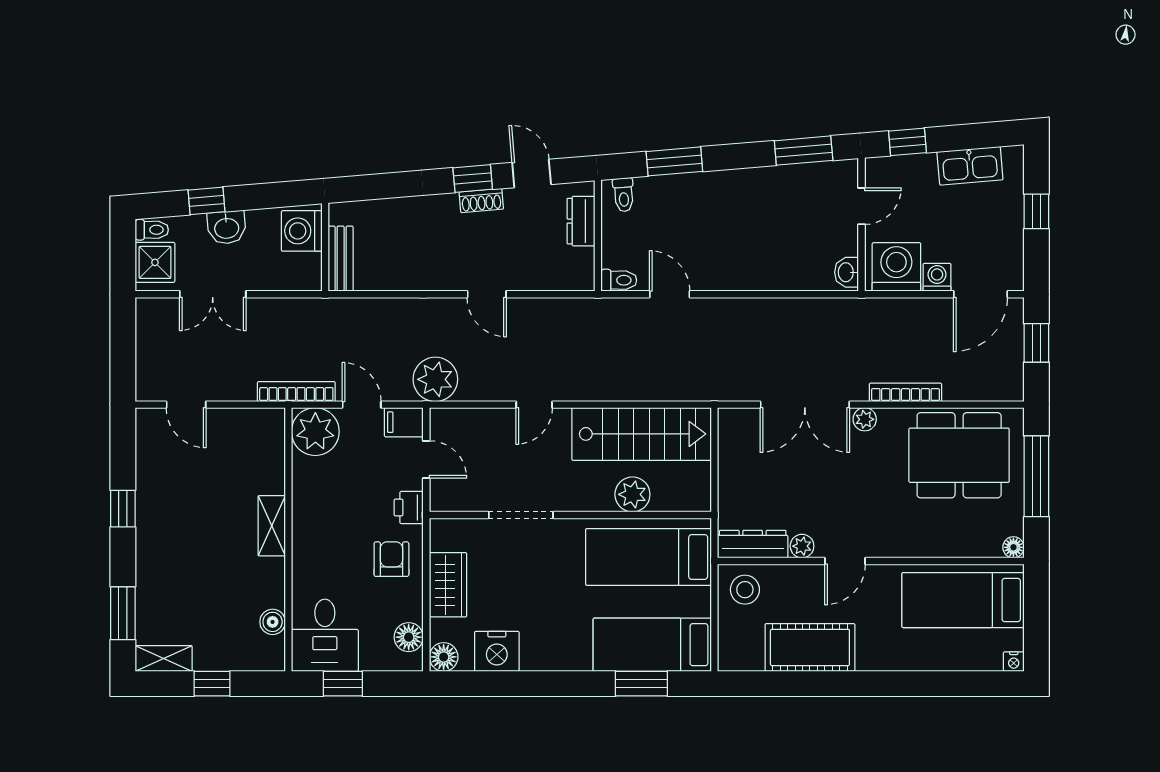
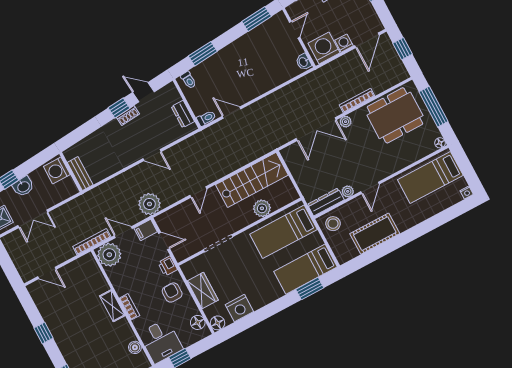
dresser: (581, 221) -> (183, 114), moved
bookcase: (302, 544) -> (129, 307), added

